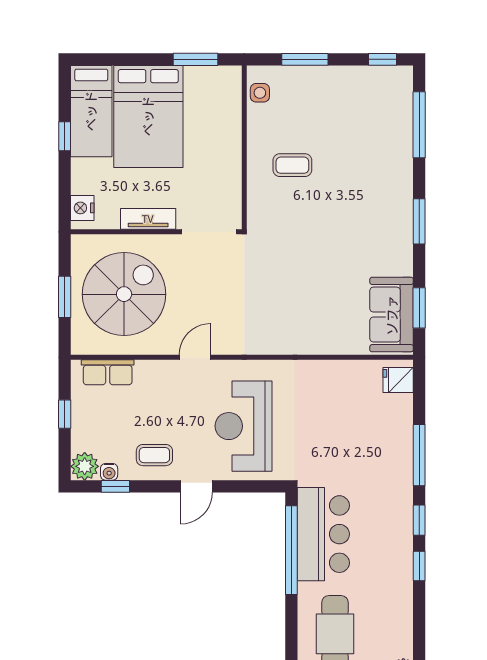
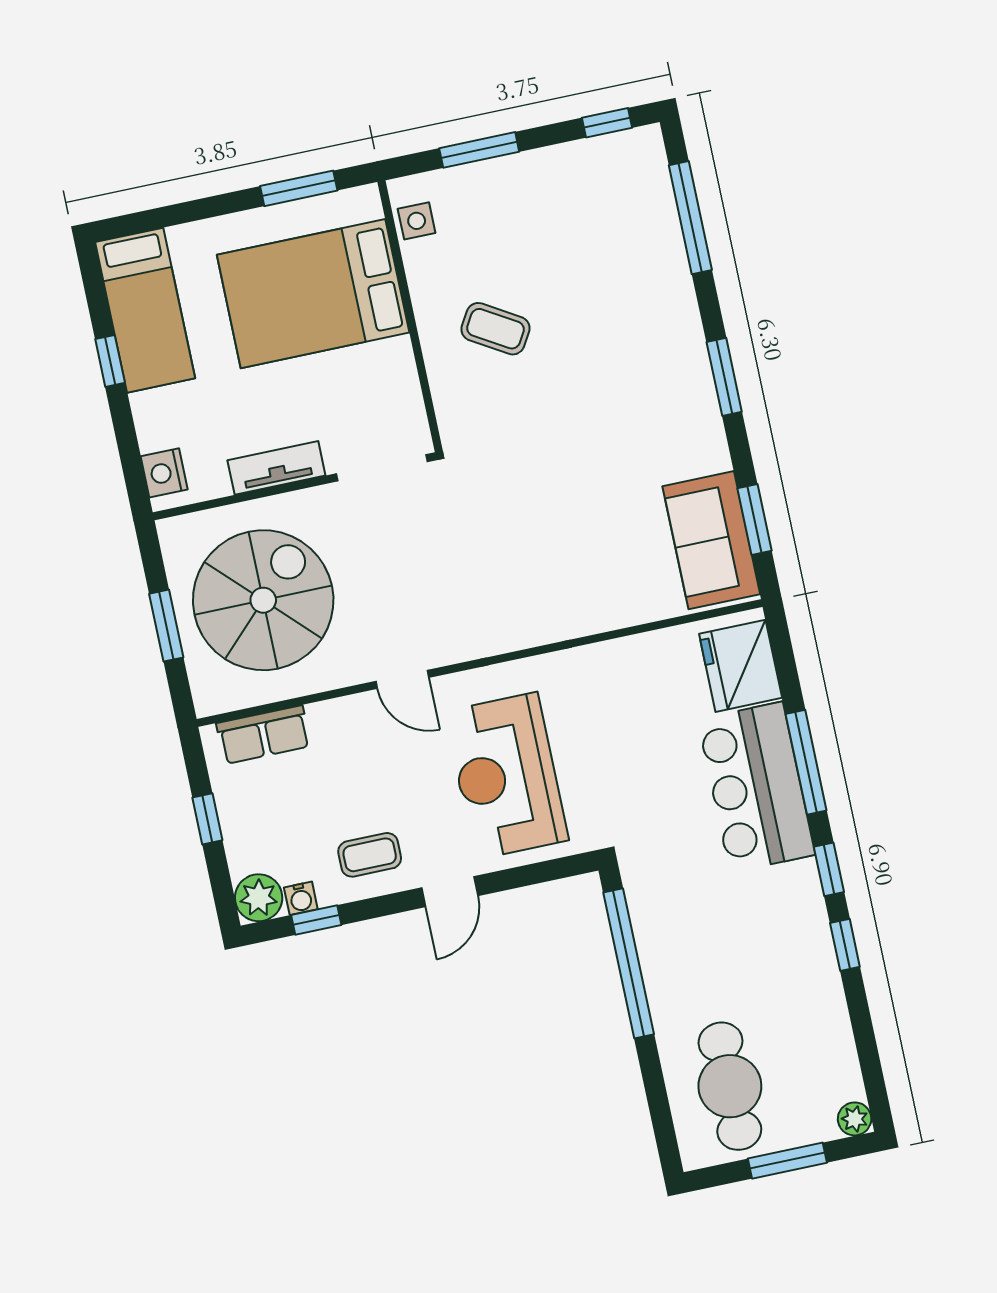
bed: (148, 116) -> (313, 294), moved, turned 90
coffee table: (292, 165) -> (496, 329), turned 31
door: (195, 357) -> (402, 679), swing flipped
fridge: (398, 380) -> (741, 666), width x1.88, depth x1.34
bar counter: (323, 534) -> (756, 787), moved, turned 180

